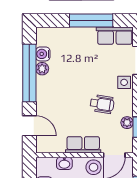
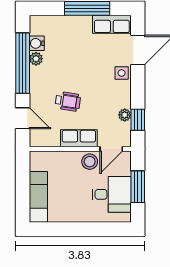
wheelchair: (102, 104) -> (68, 101), moved
washbasin: (64, 163) -> (59, 158), removed

